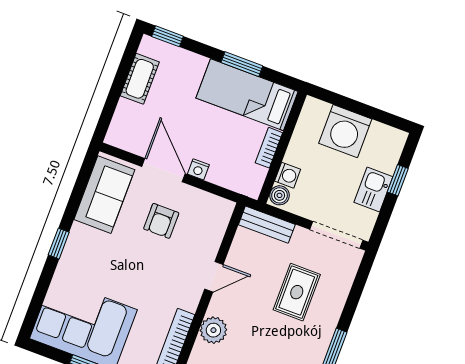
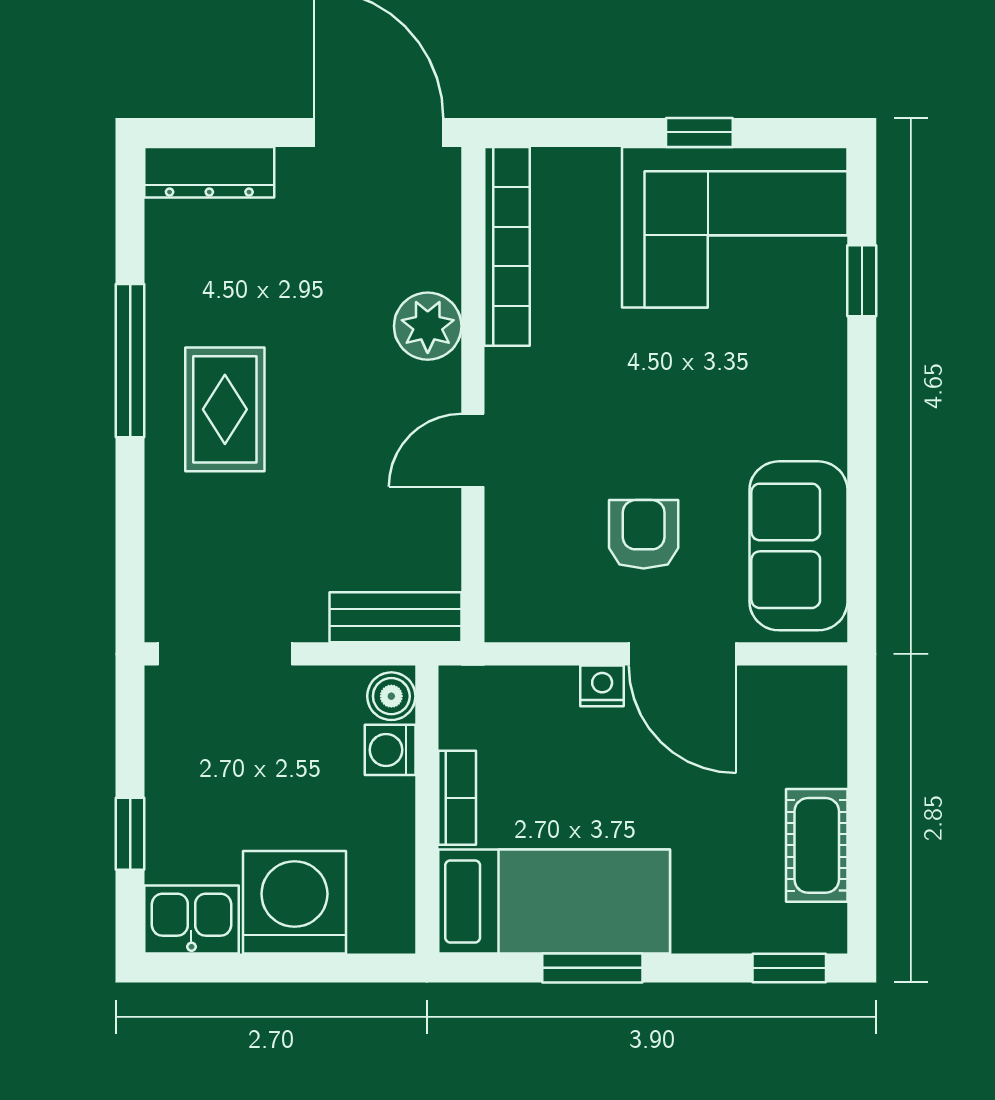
kitchen sink: (373, 189) -> (191, 919), moved, turned -90
window: (59, 244) -> (862, 281), moved
rug: (297, 292) -> (225, 409), moved

